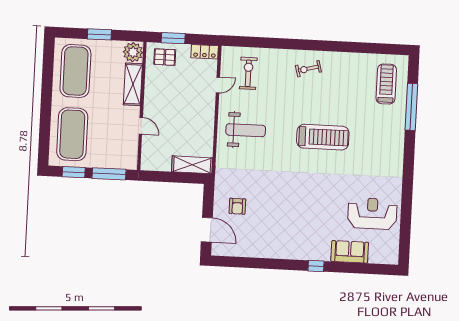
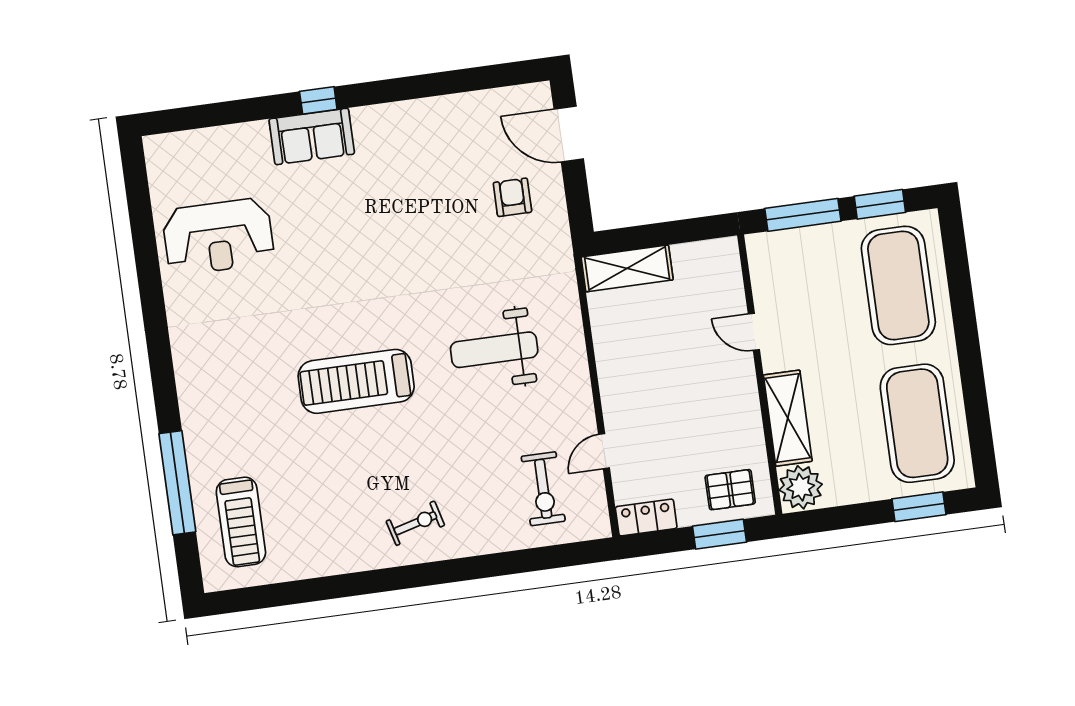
window: (99, 34) -> (919, 507), moved
weight bench: (246, 130) -> (494, 350), moved
sofa: (350, 252) -> (312, 136), moved

